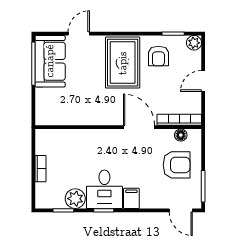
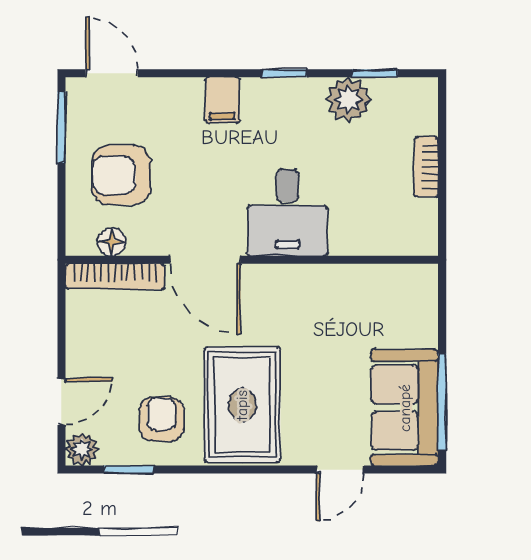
door: (203, 81) -> (61, 402), moved
desk: (104, 189) -> (287, 213), moved, turned 180

